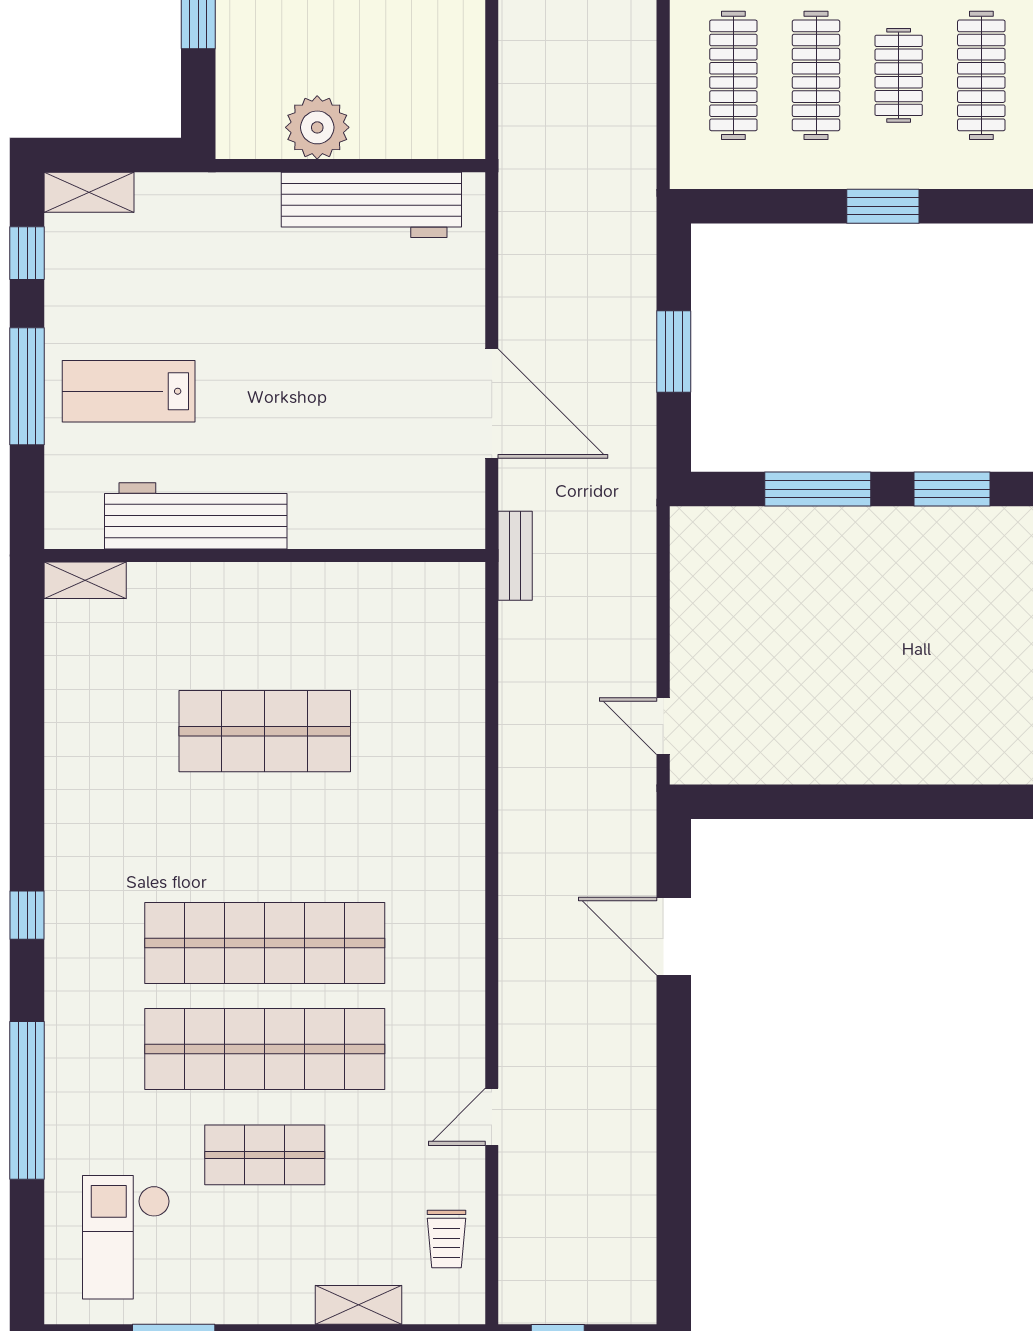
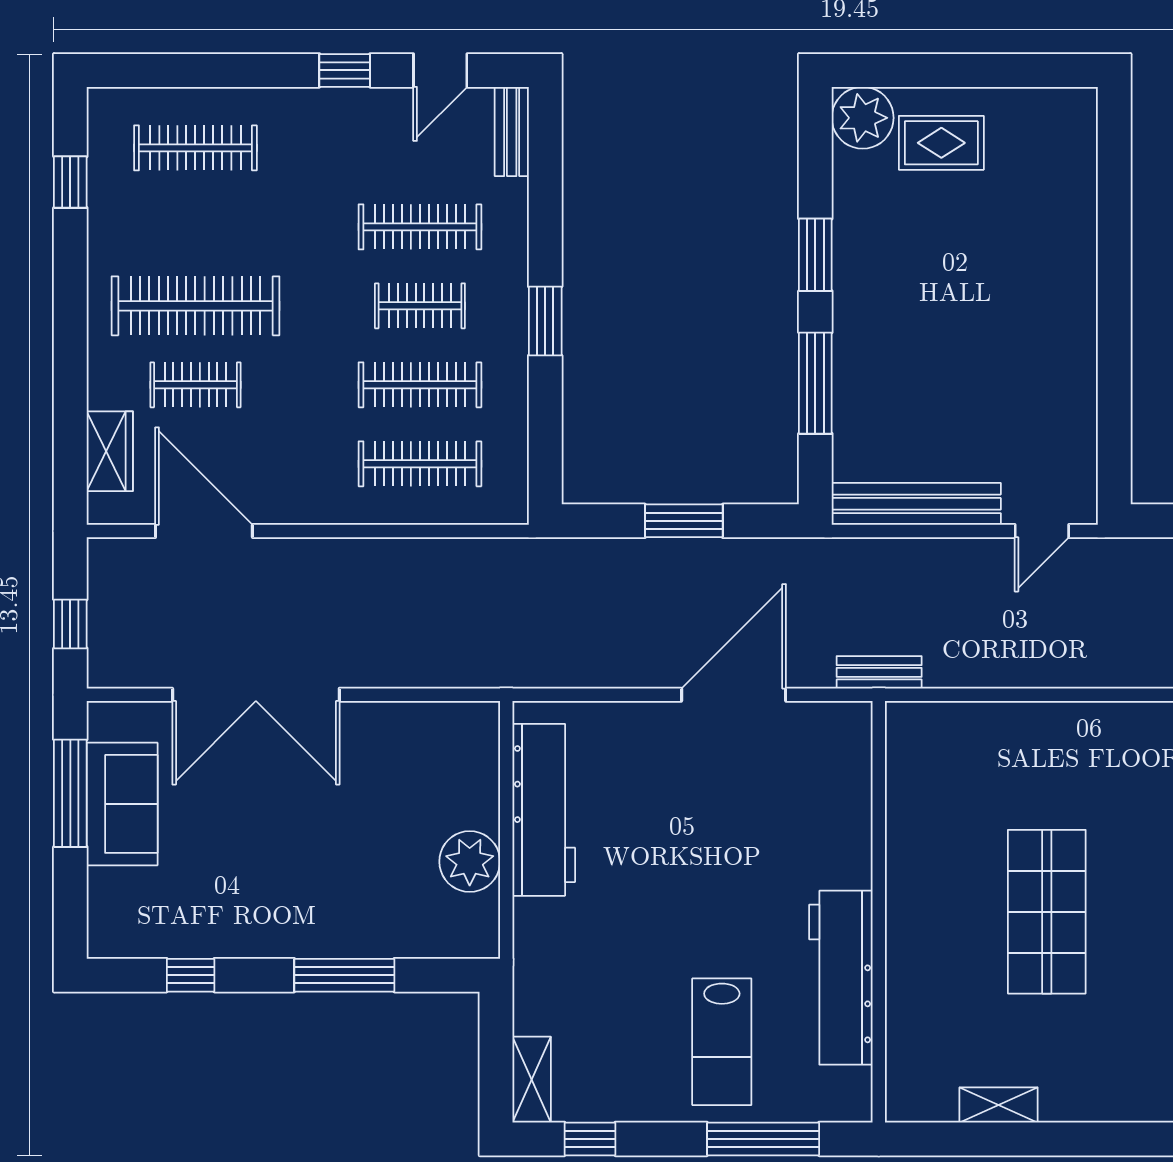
window: (27, 386) -> (763, 1139), moved
shelving: (85, 580) -> (999, 1105), moved, turned 90
bench: (692, 595) -> (916, 504), added

